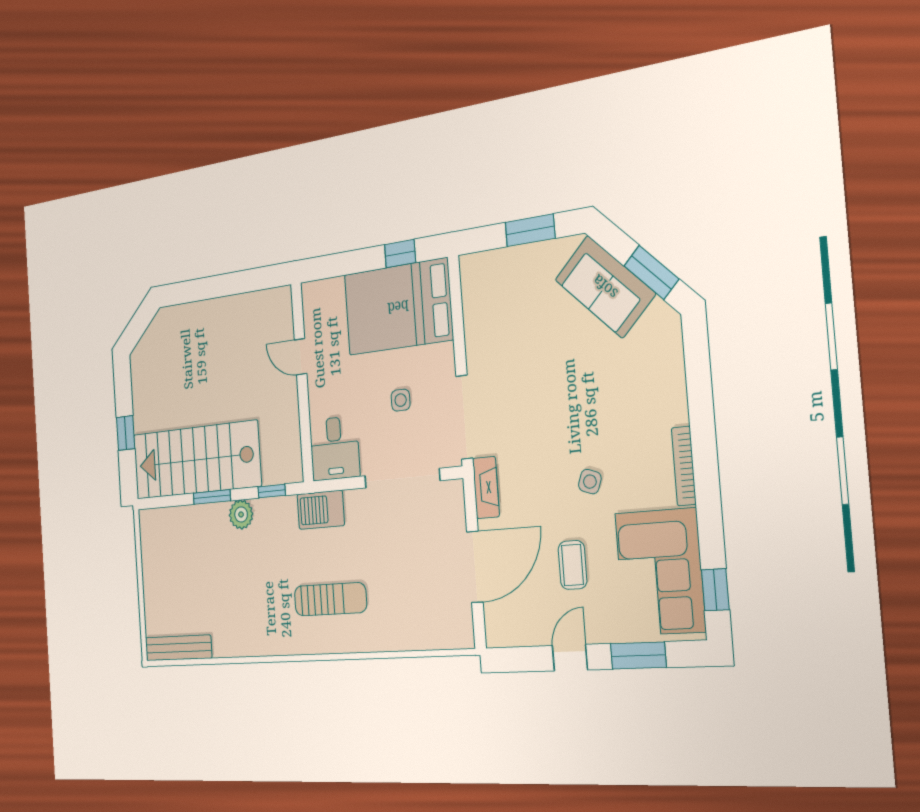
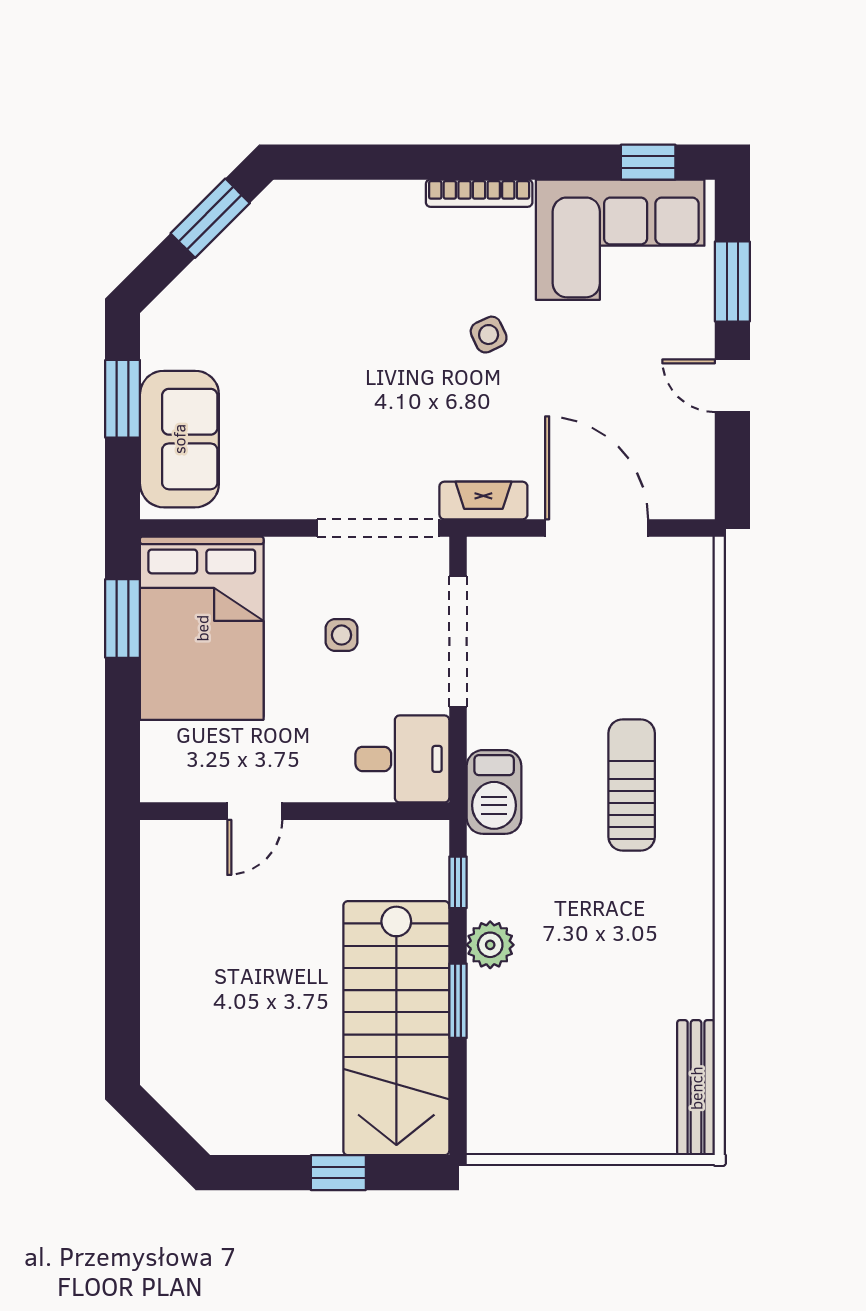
window: (400, 254) -> (123, 618), width x1.50
sofa: (605, 287) -> (179, 439), moved, turned -45
side table: (590, 482) -> (489, 335), turned 45
coffee table: (573, 565) -> (603, 371), removed

